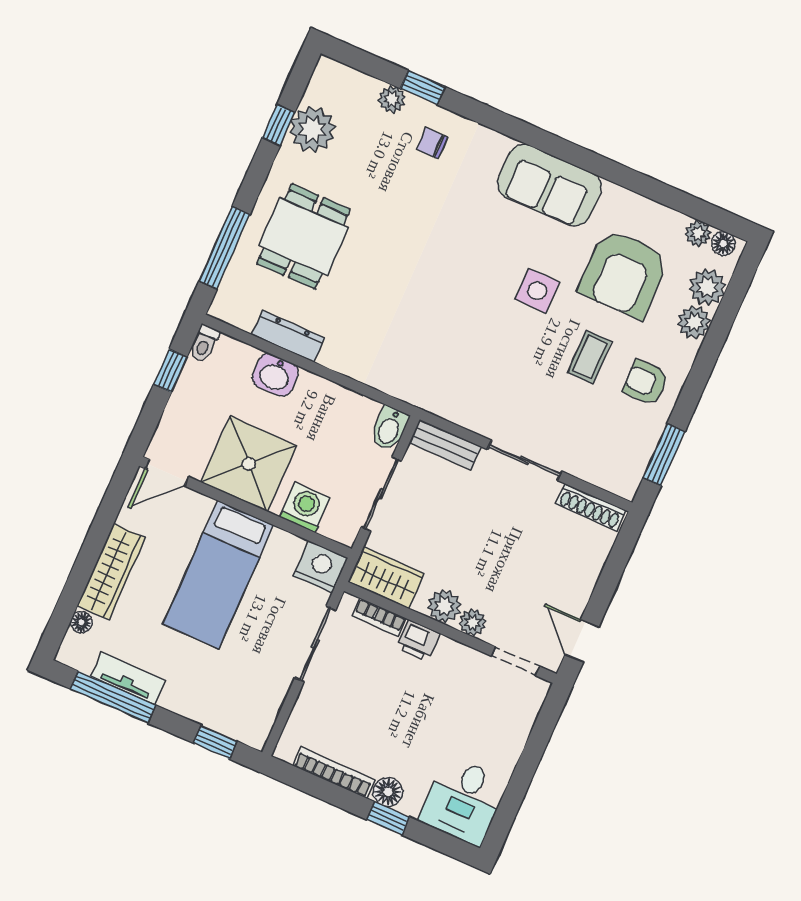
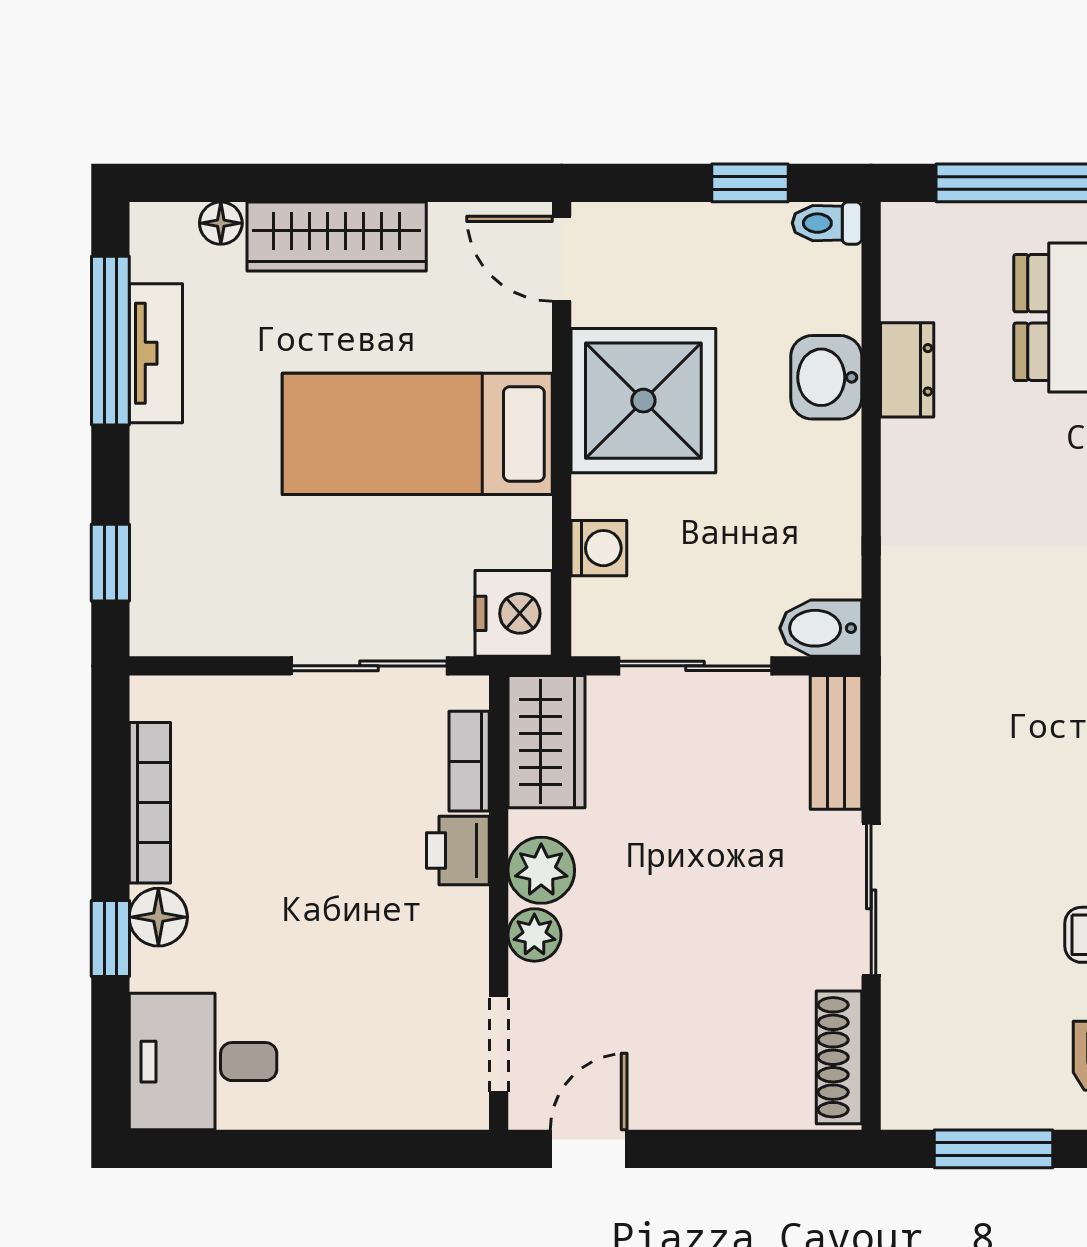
dresser: (288, 336) -> (907, 370), width x0.70
washing machine: (305, 507) -> (599, 548), width x0.73, depth x0.73

